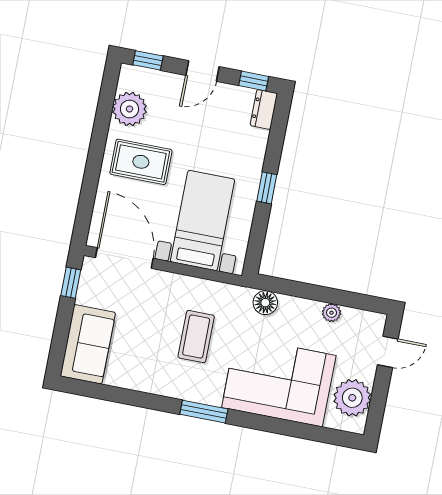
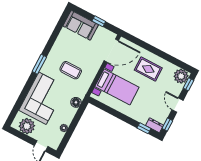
plant: (130, 109) -> (181, 76), moved
rug: (141, 162) -> (148, 69), turned 90
window: (267, 188) -> (144, 128), moved
window: (71, 283) -> (99, 21), moved

